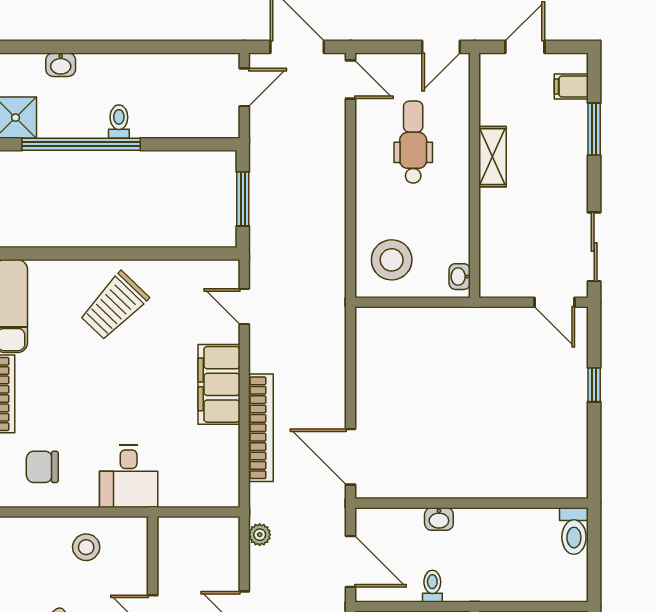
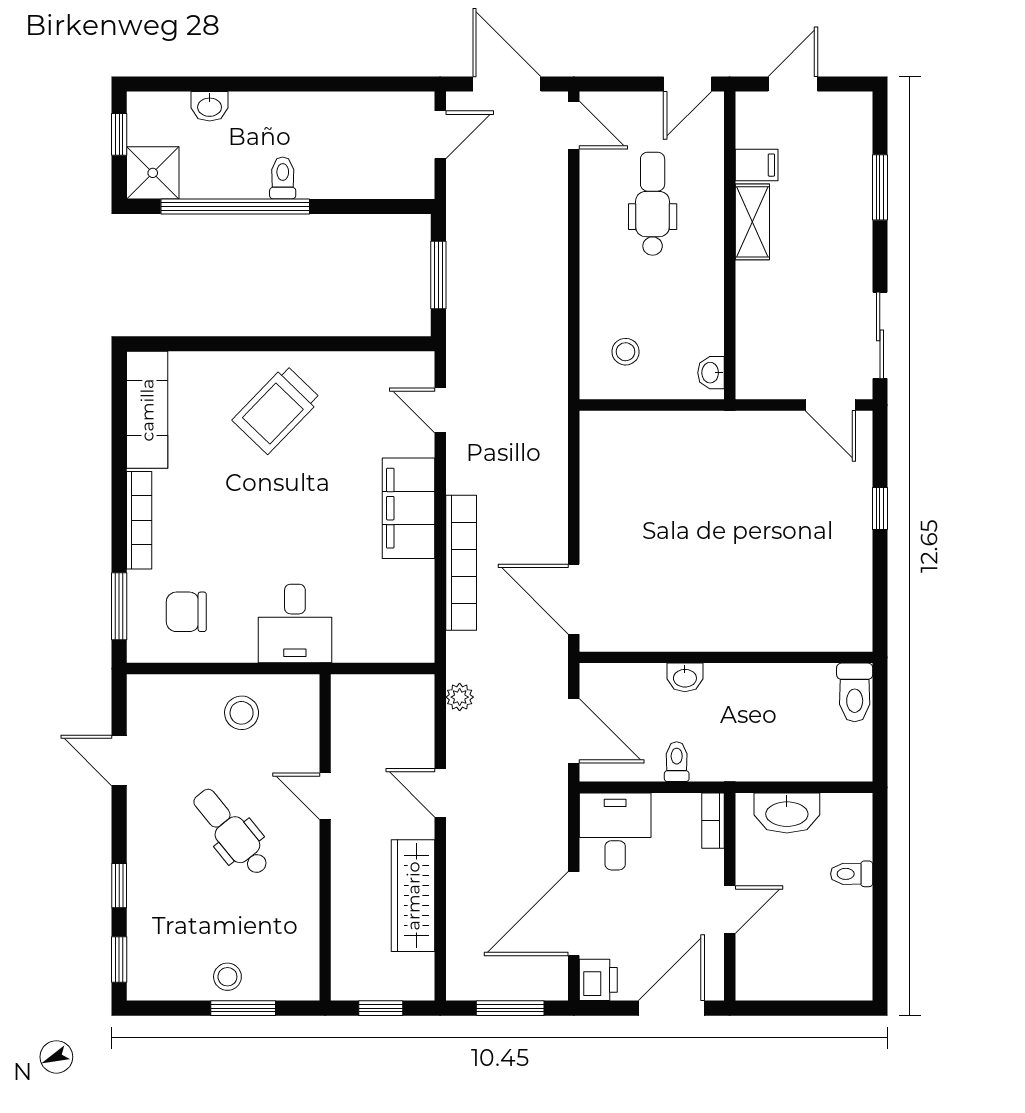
filing cabinet: (571, 86) -> (757, 165), moved, turned 180
stool: (392, 260) -> (626, 352), width x0.53, depth x0.53

